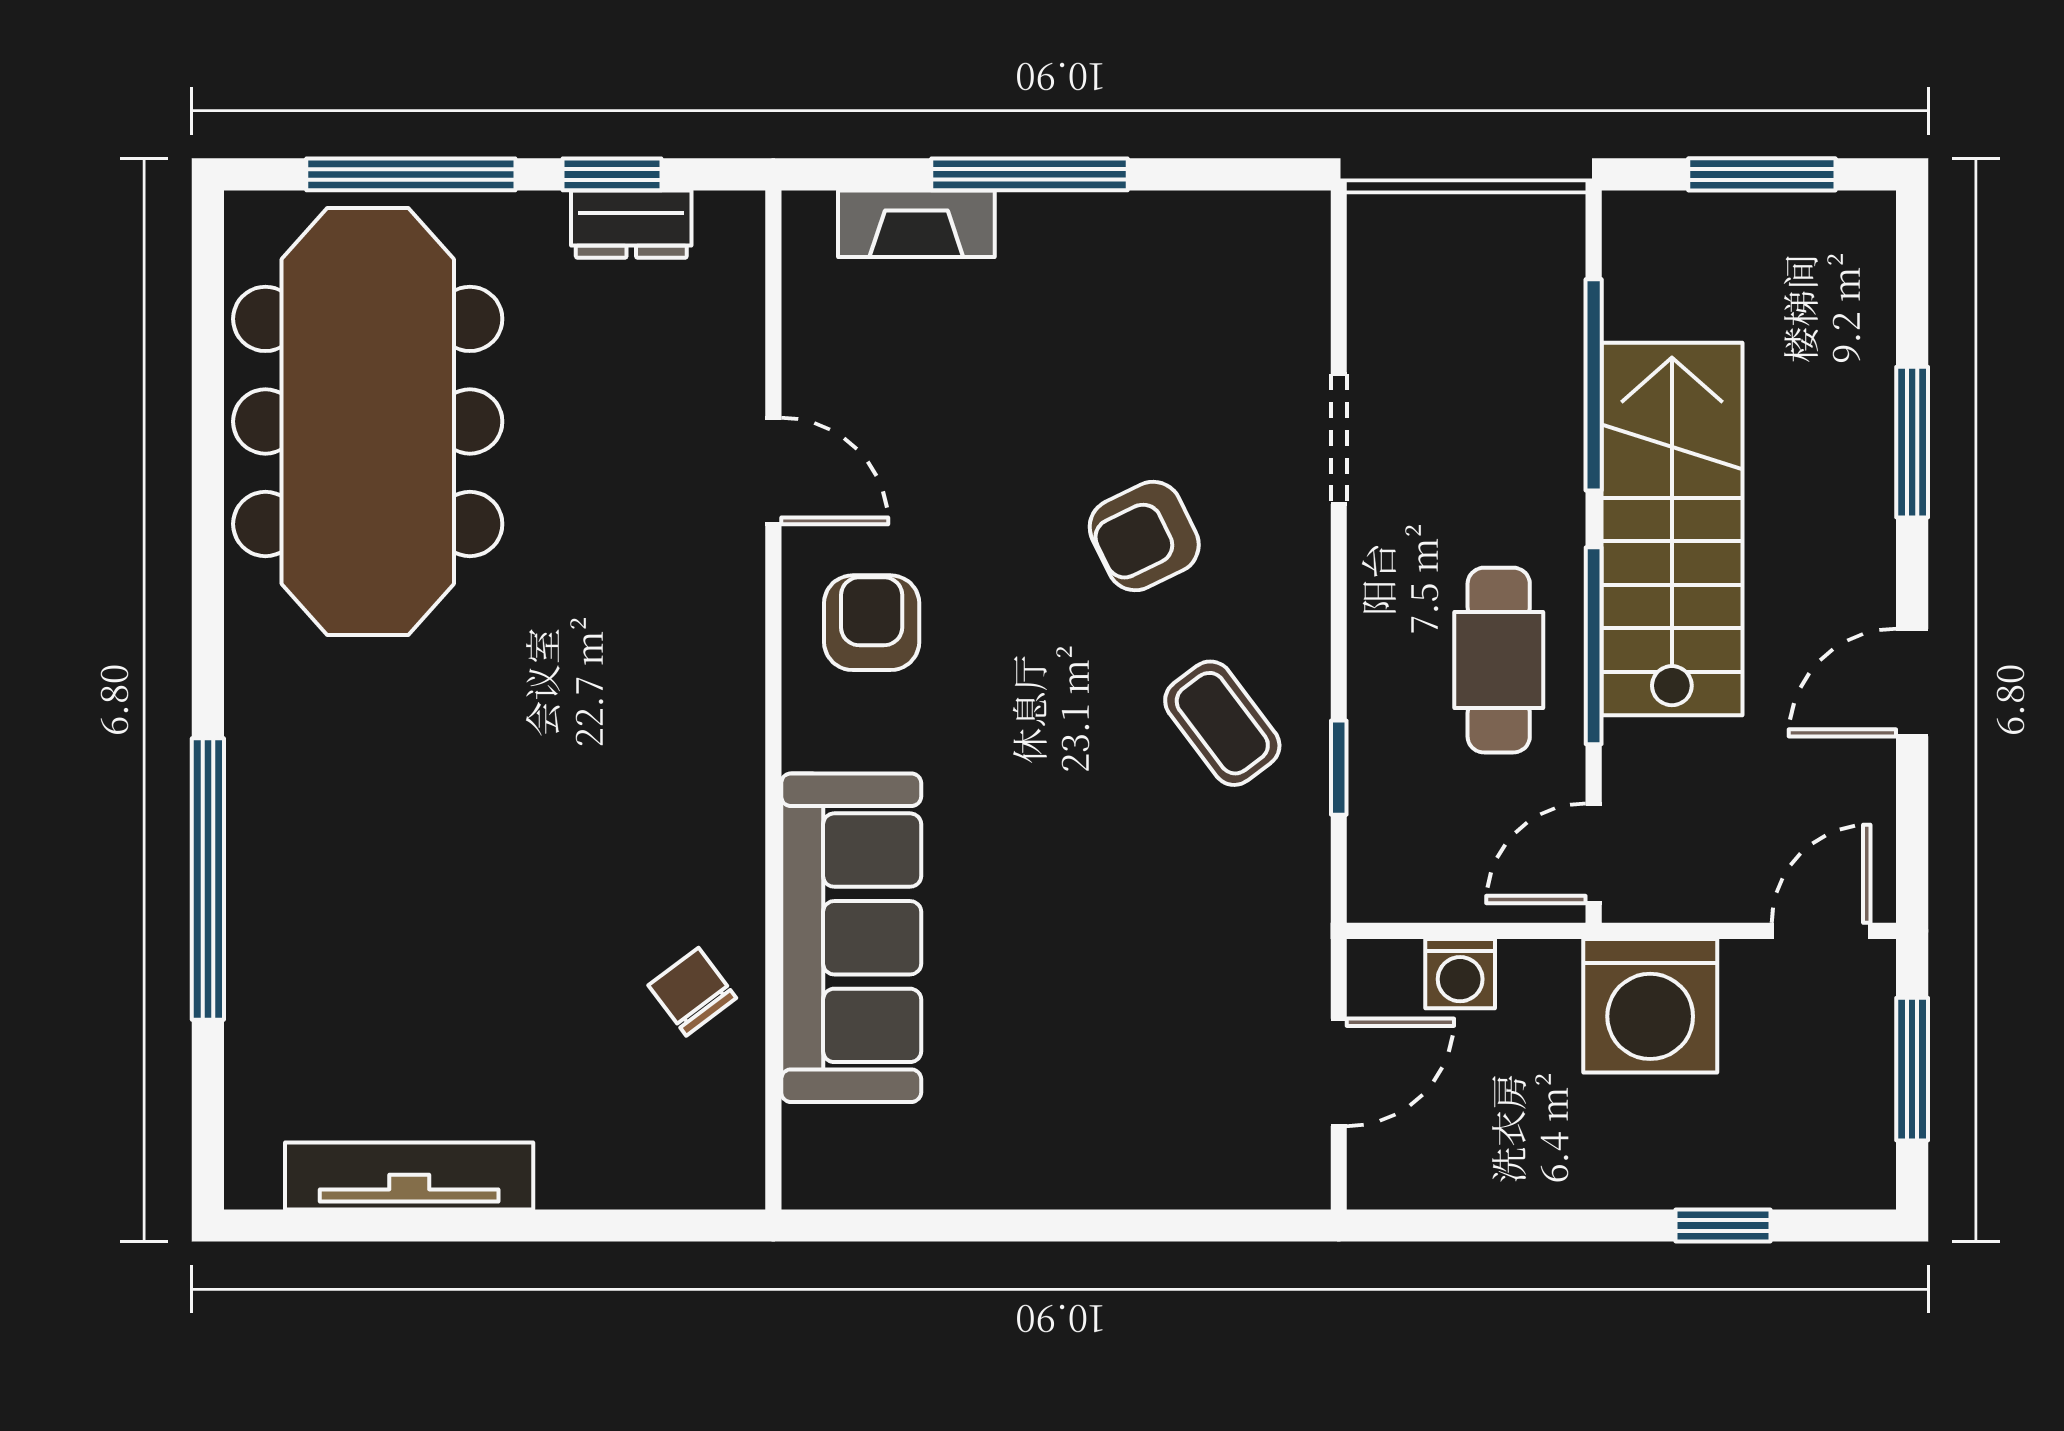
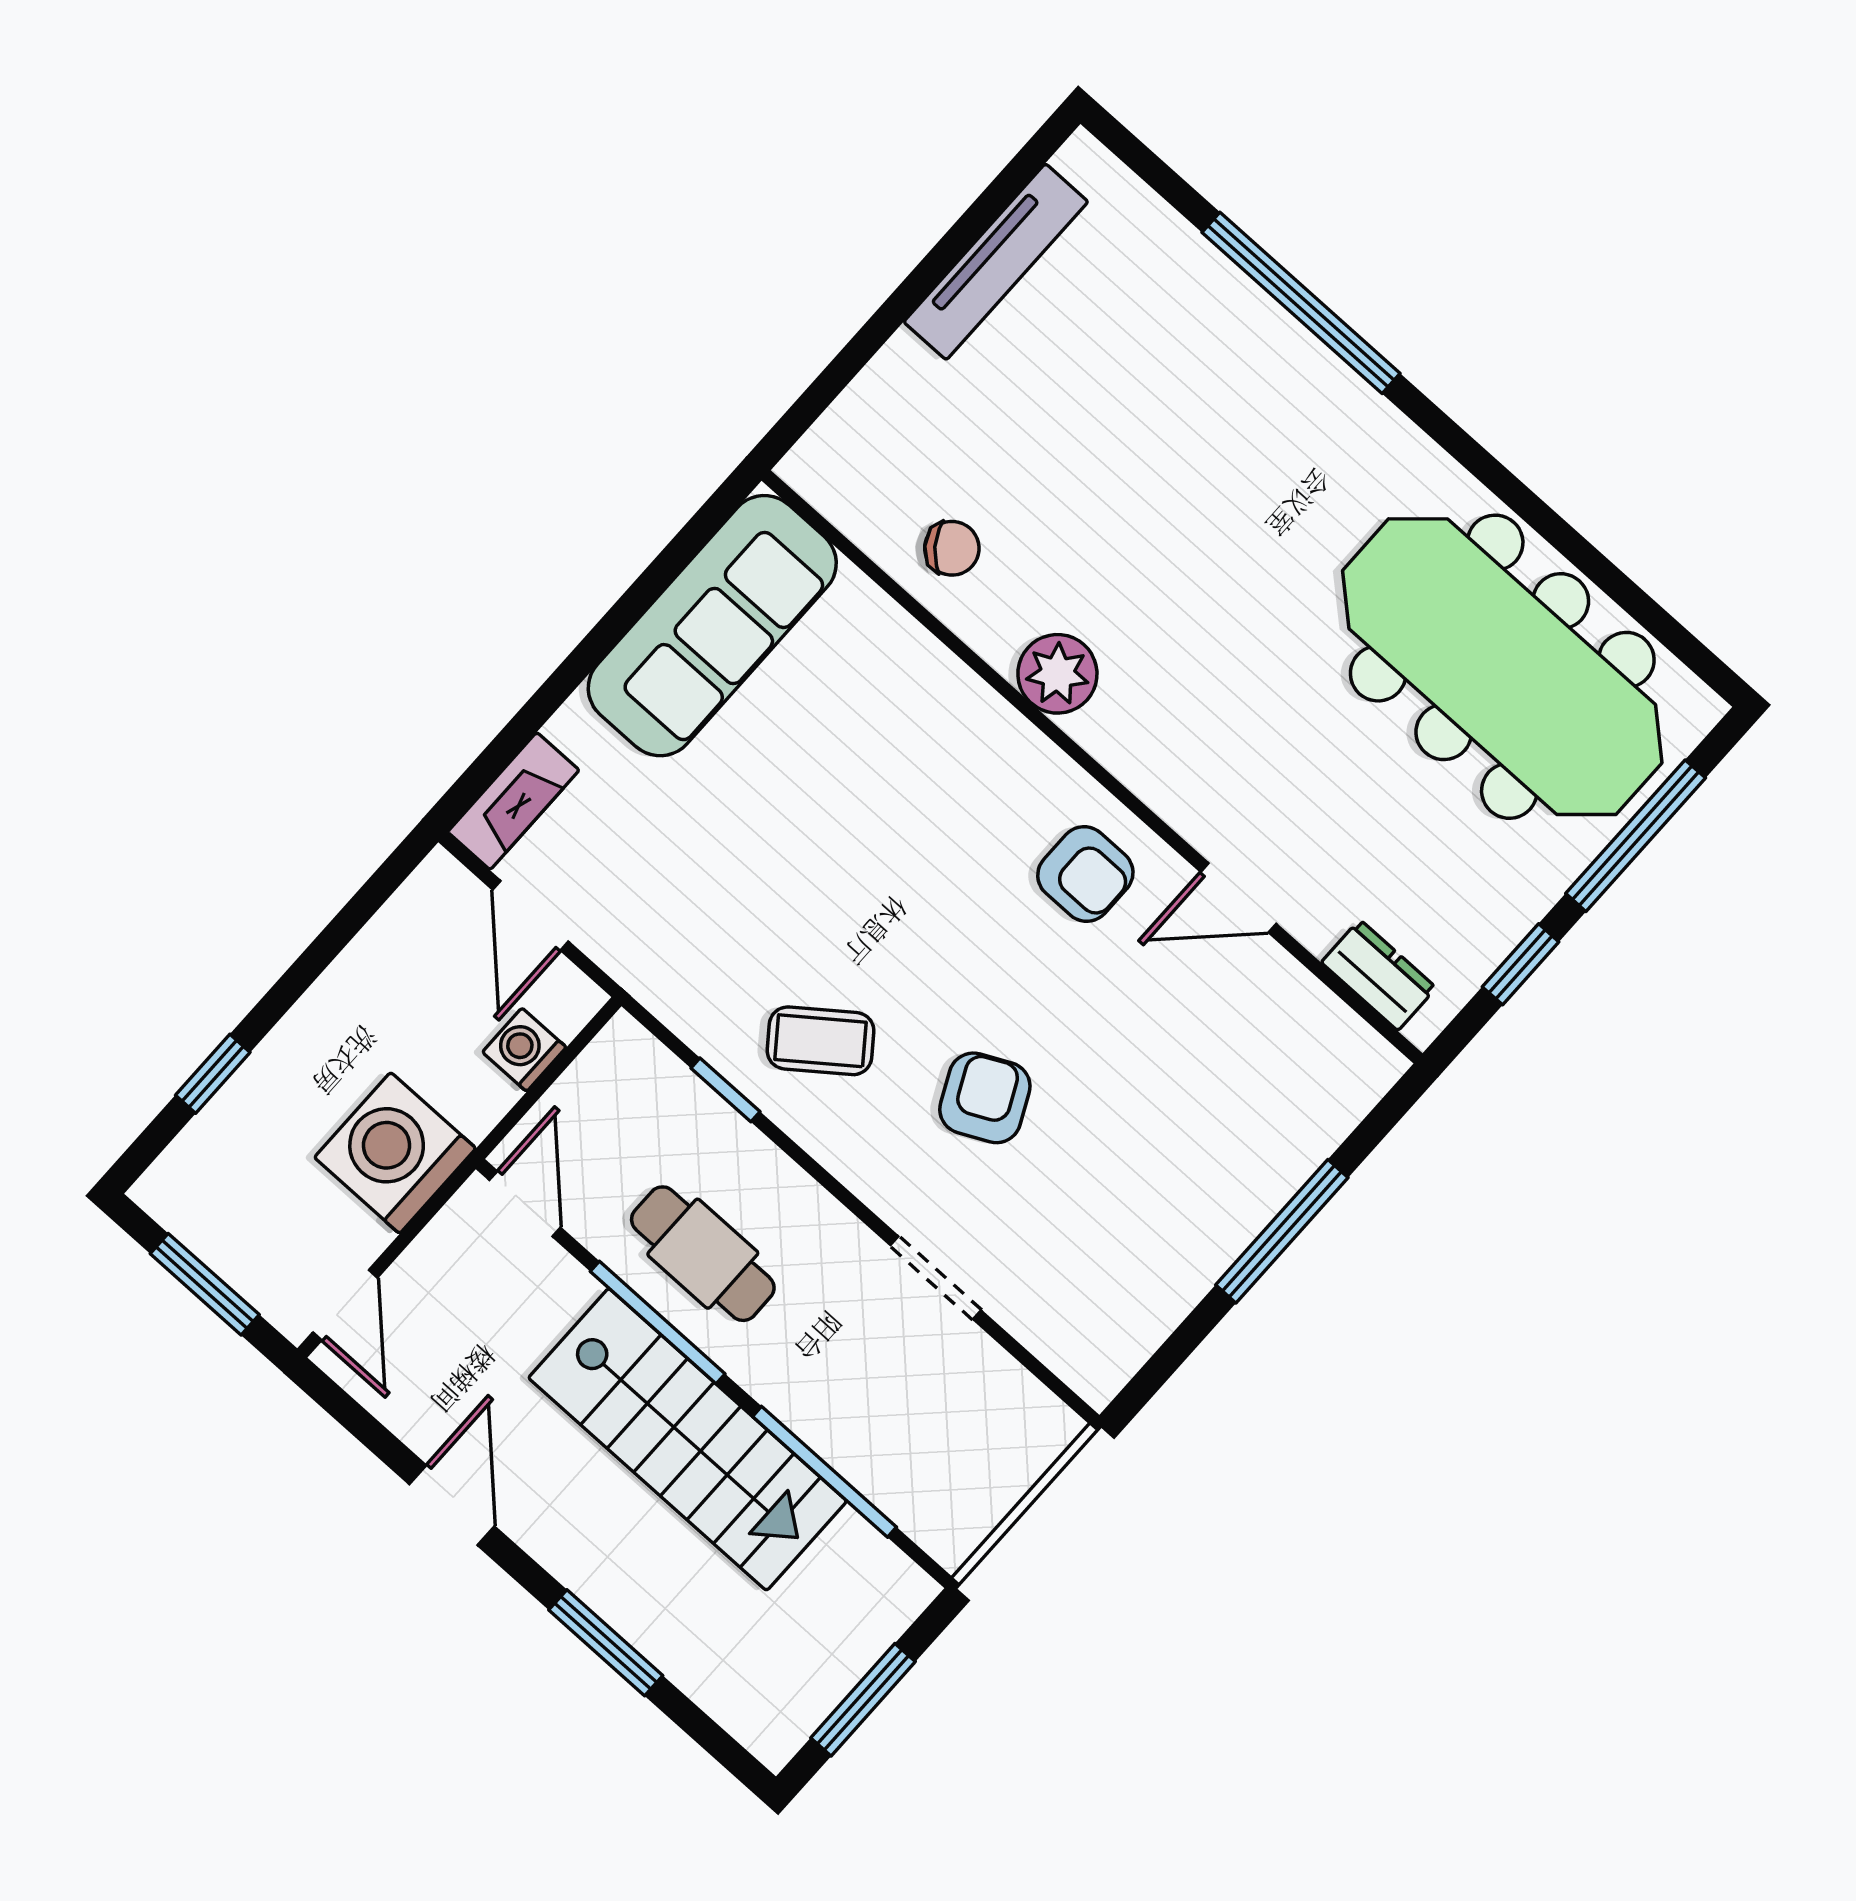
dresser: (631, 224) -> (1379, 975), moved, turned 90
fireplace: (916, 224) -> (513, 801), moved, turned 180
plant: (719, 802) -> (1057, 674), added
sofa: (851, 938) -> (712, 626), moved, turned -90

